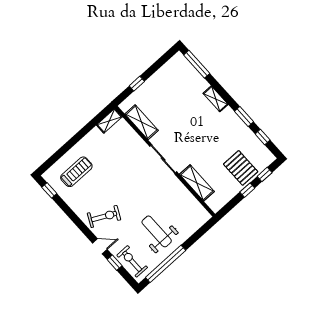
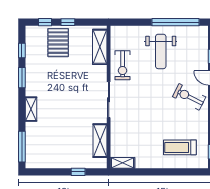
shelving: (197, 183) -> (100, 47), moved
exercise bike: (132, 261) -> (123, 65), moved

